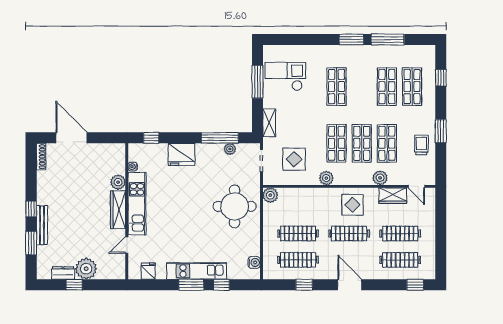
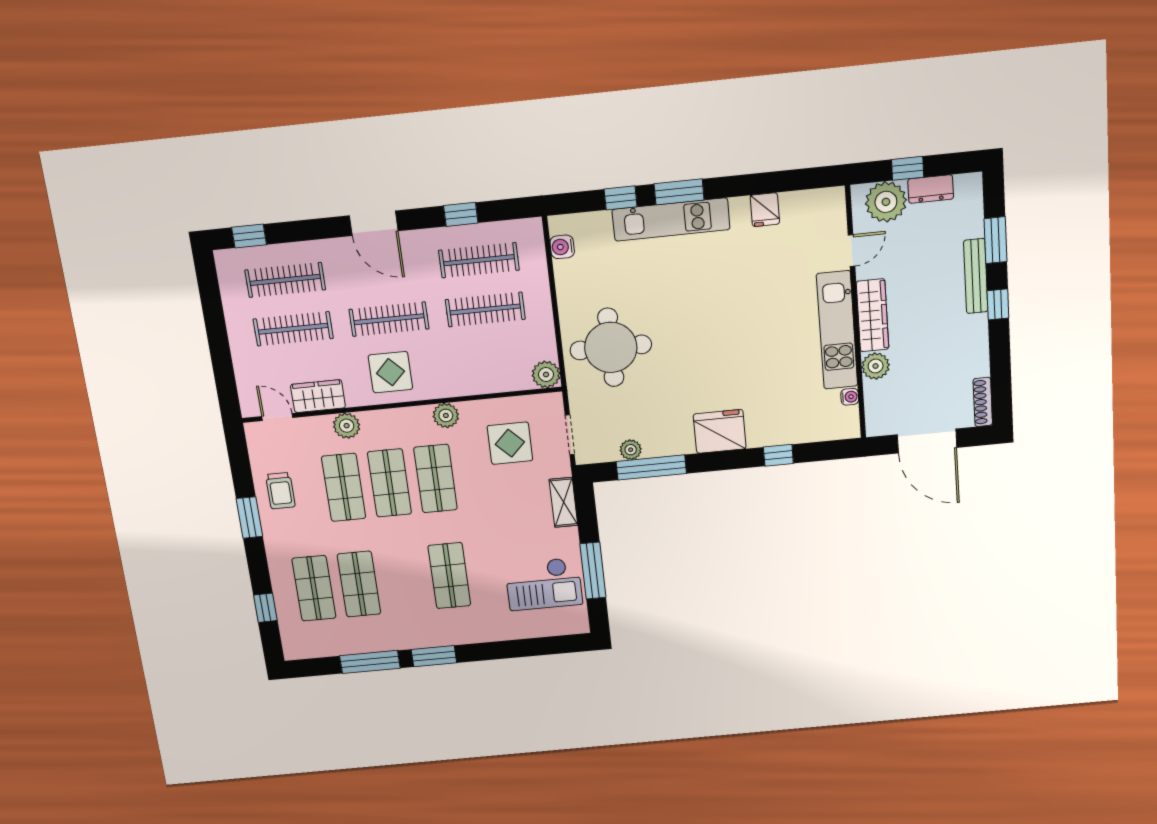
water cooler: (133, 167) -> (850, 397), moved
plant: (118, 182) -> (876, 366), moved
kitchen unit: (137, 204) -> (837, 330), moved
wardrobe: (118, 210) -> (872, 315), moved
wall: (127, 211) -> (856, 314), moved
door: (127, 245) -> (852, 251), moved

